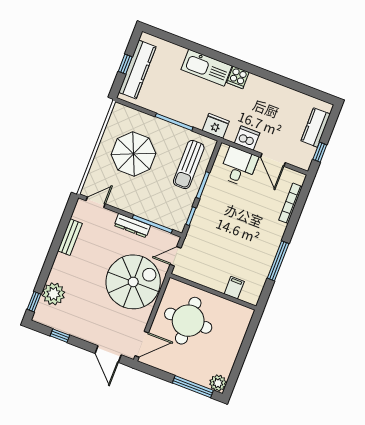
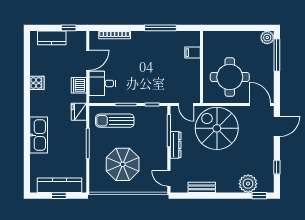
cooker: (238, 77) -> (37, 83), moved
sun lounger: (189, 164) -> (115, 121), turned 180

